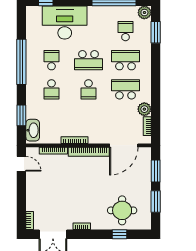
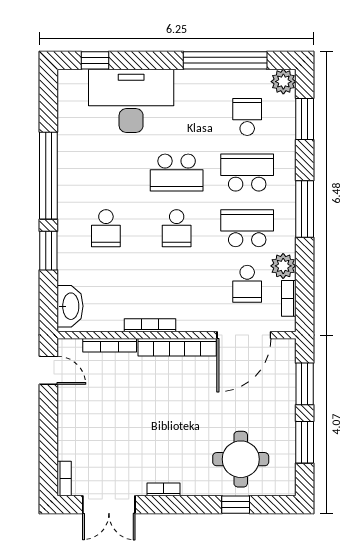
school desk: (51, 60) -> (247, 284), moved, turned 180
window: (156, 79) -> (305, 209), added
window: (21, 115) -> (48, 251), moved

